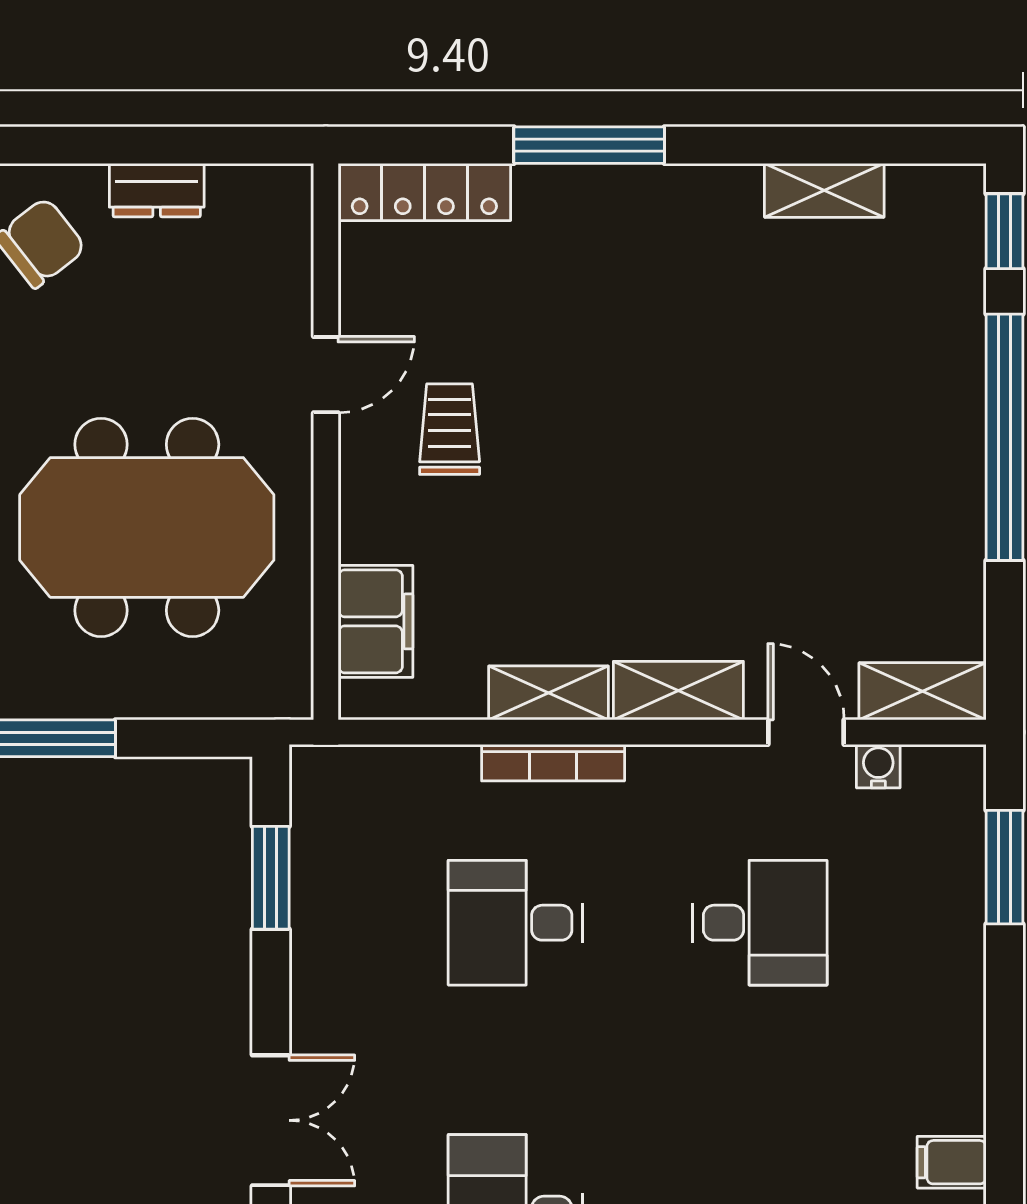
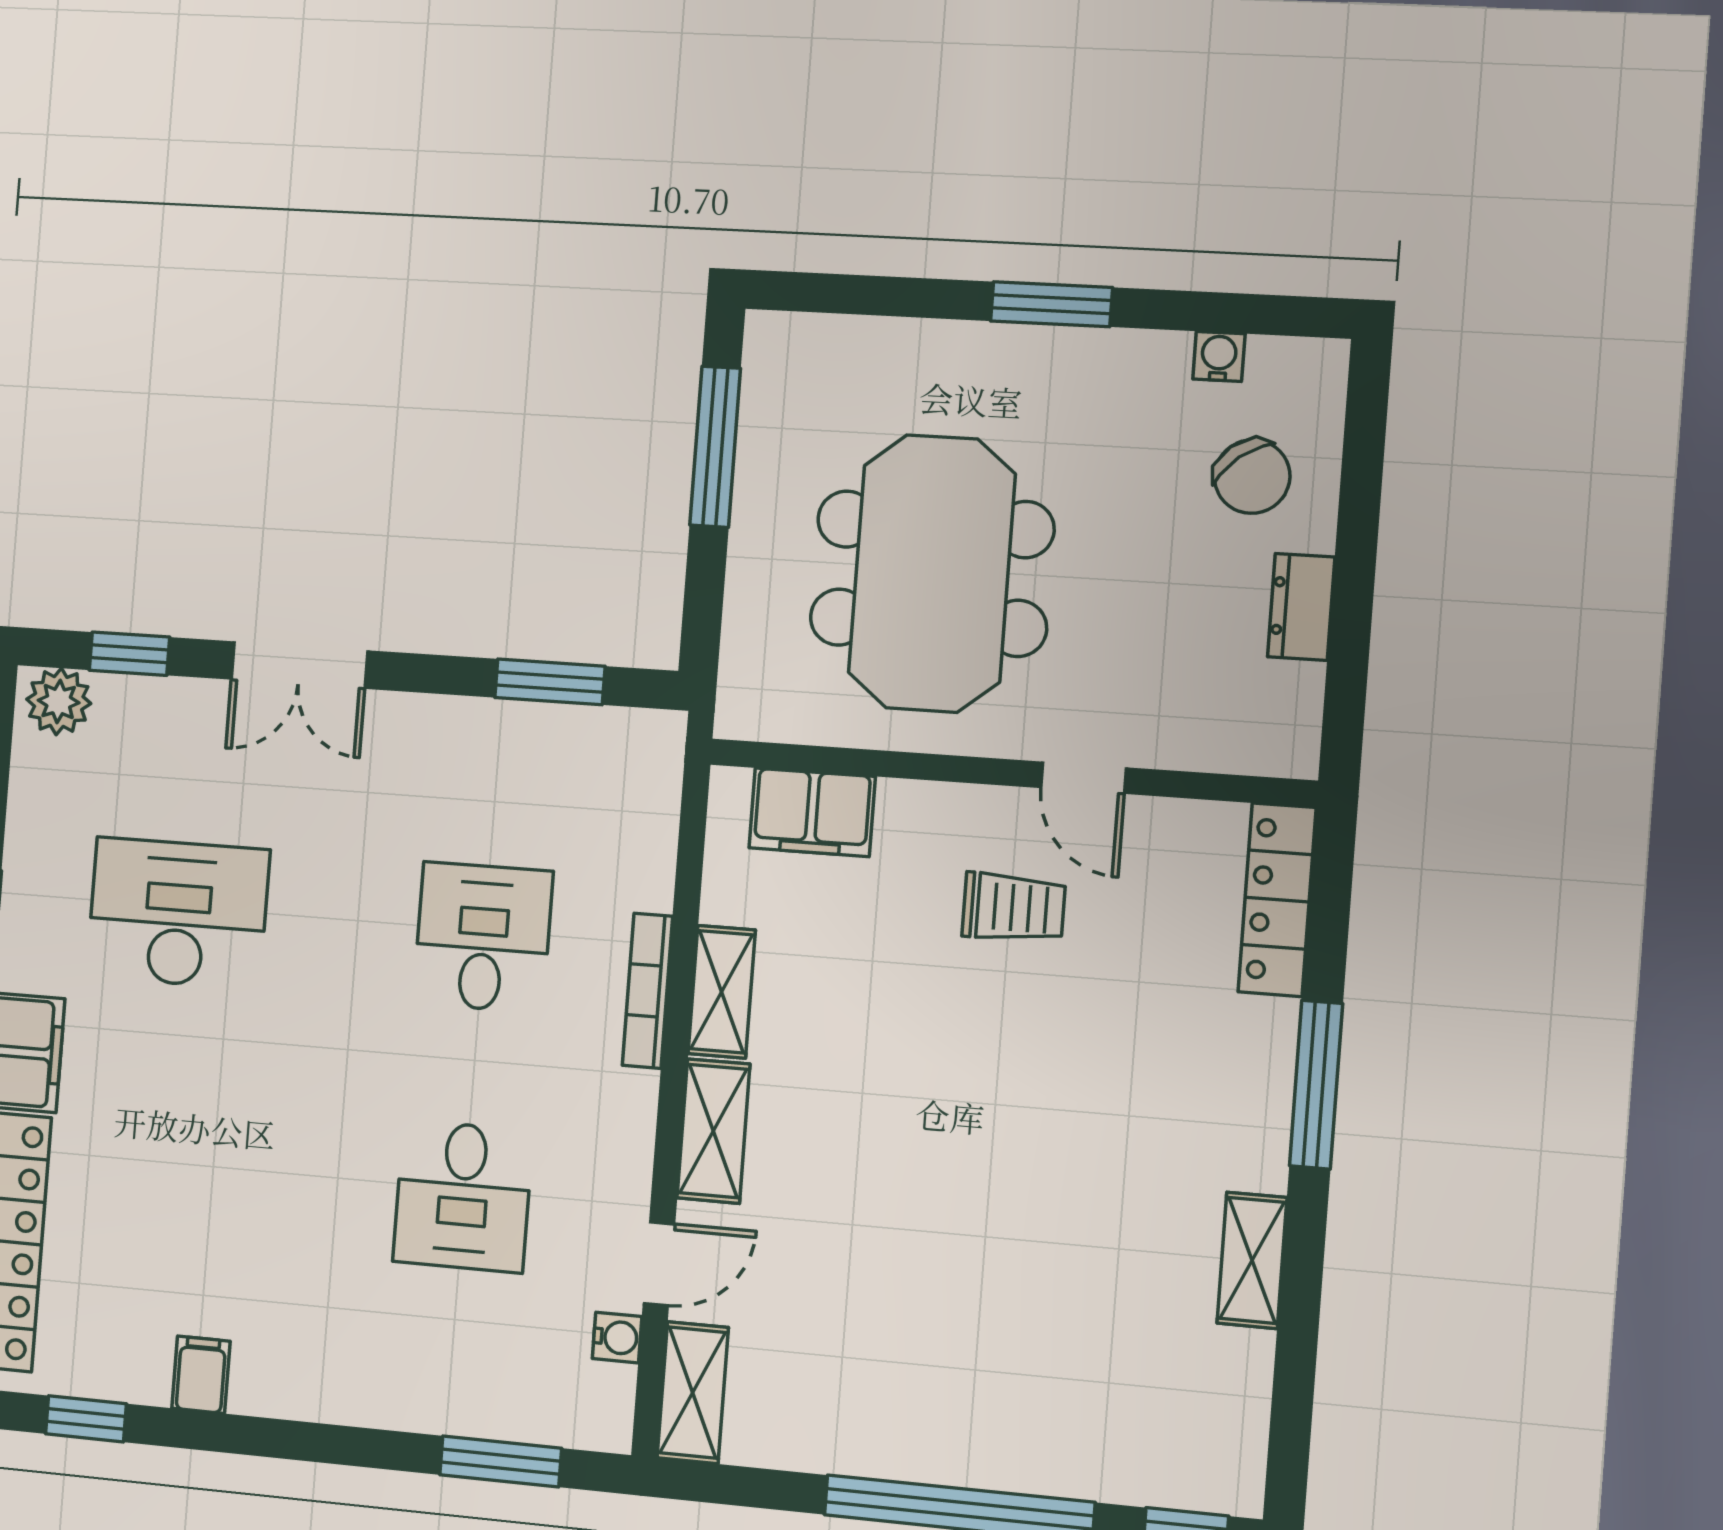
shelving: (824, 190) -> (1252, 1260), moved

